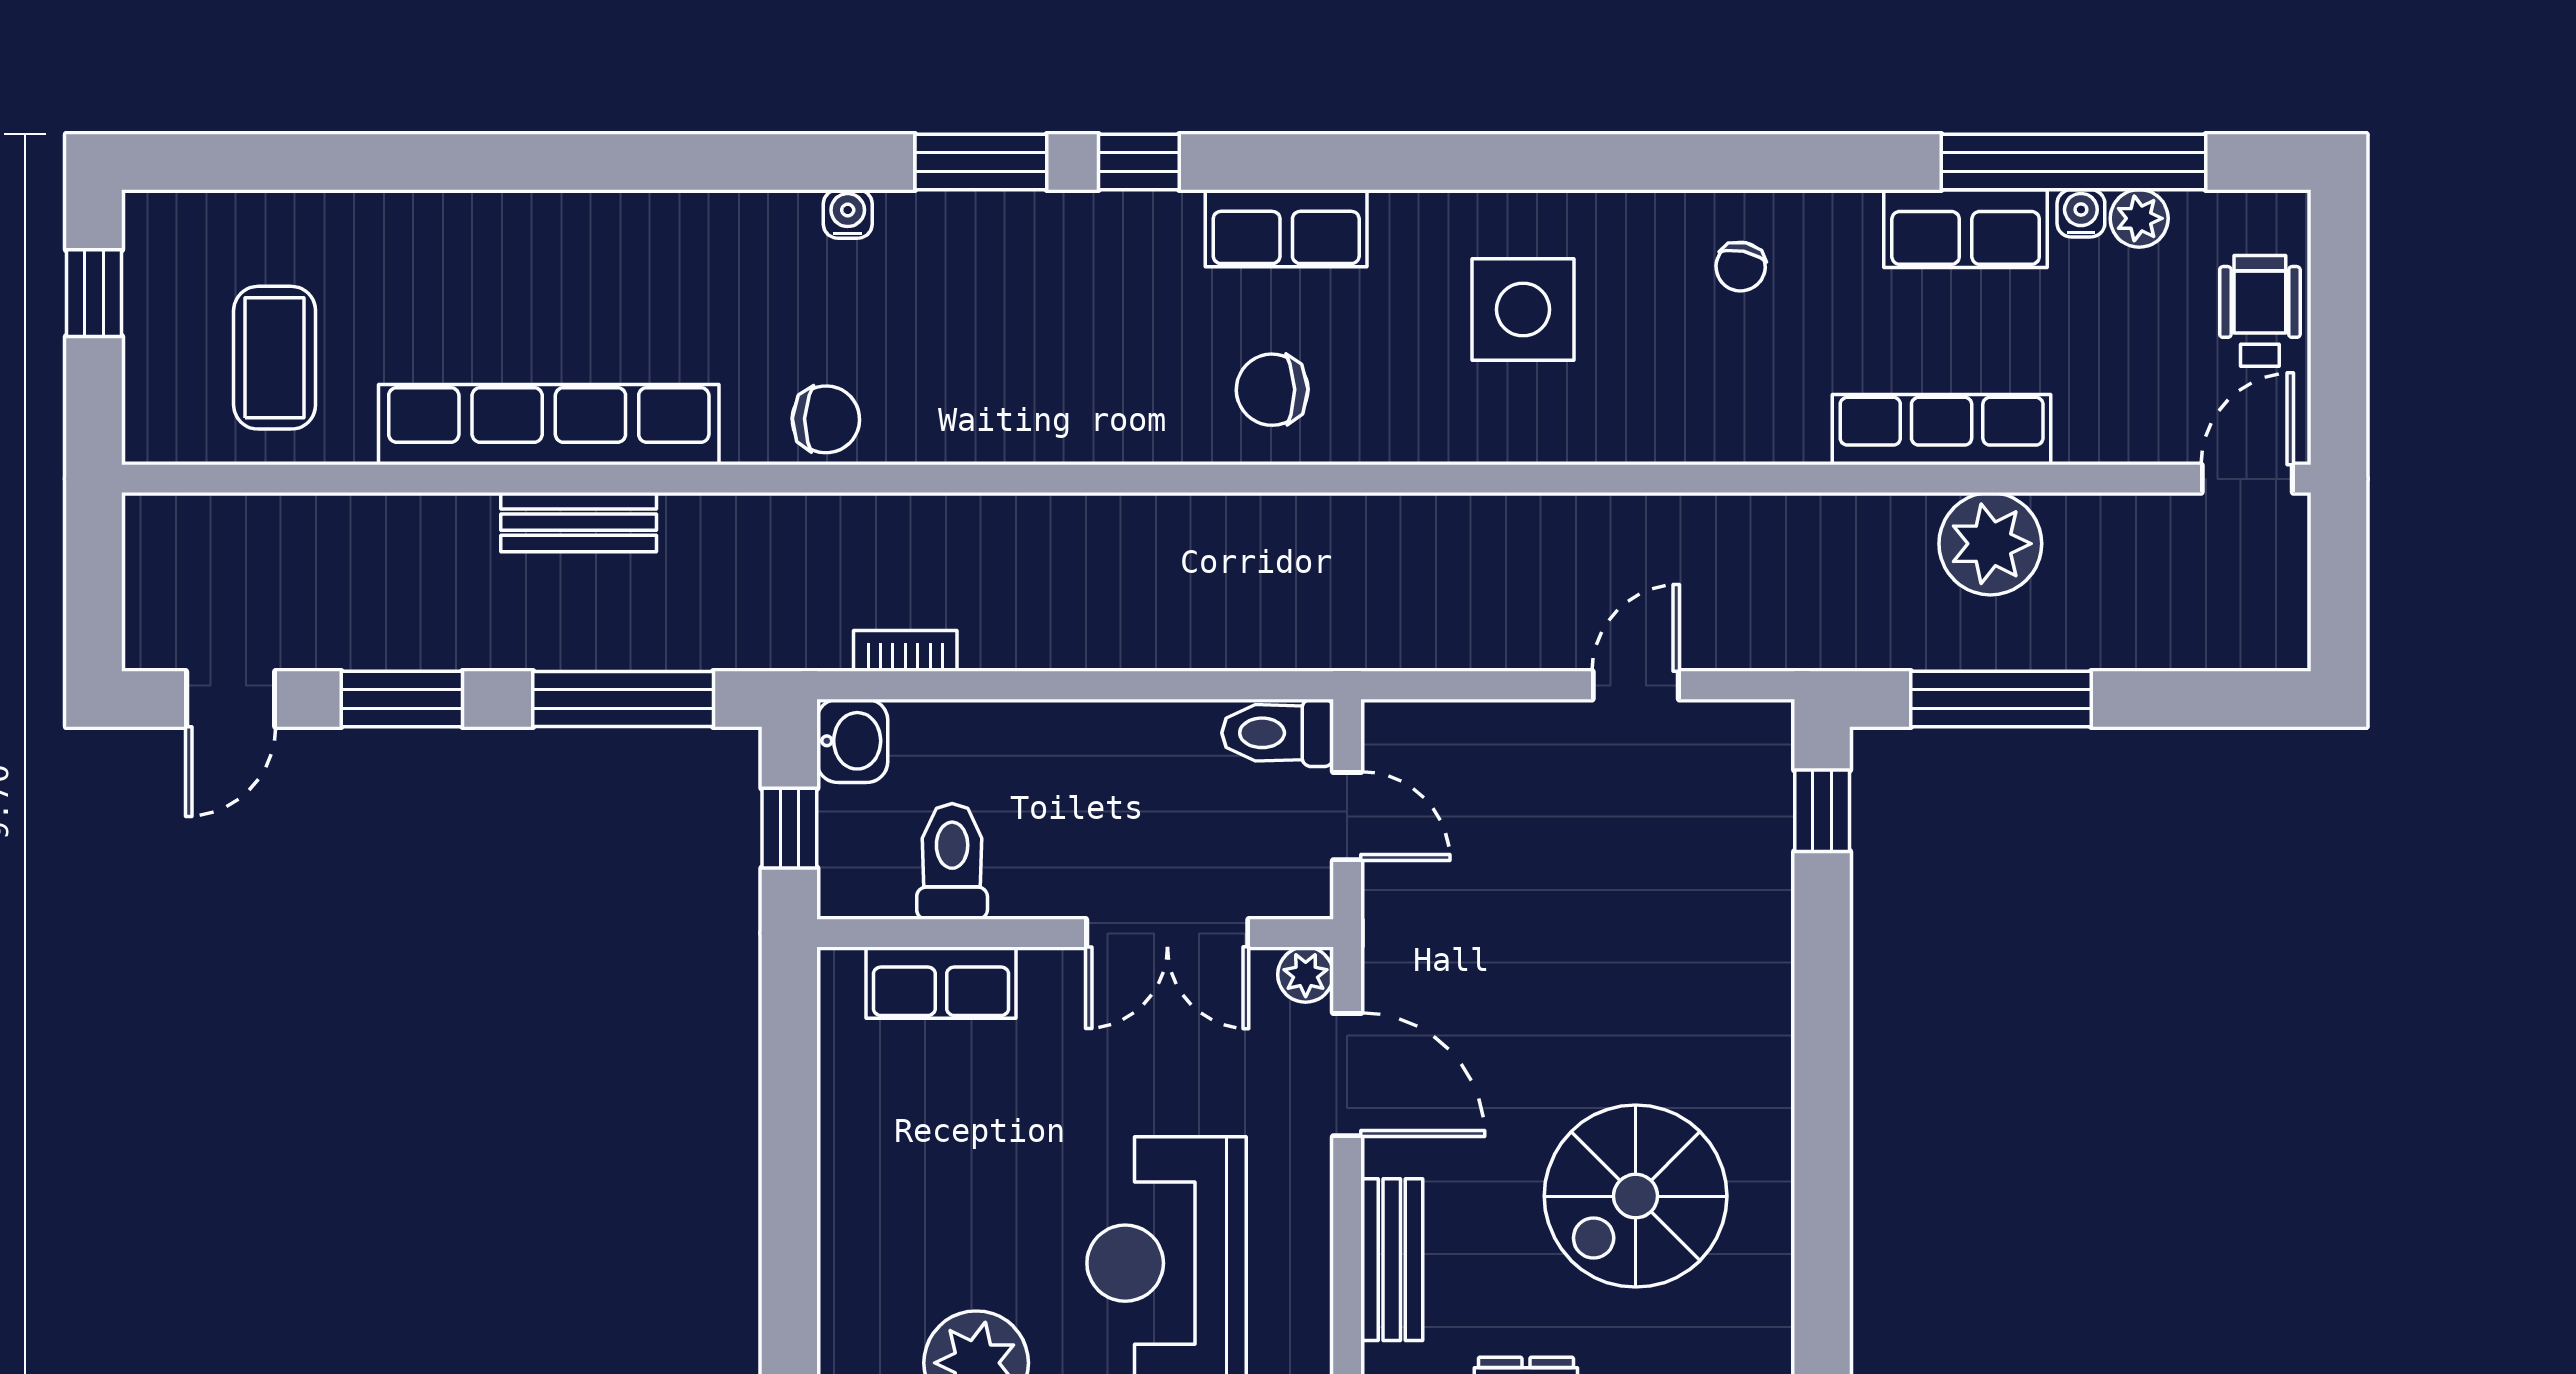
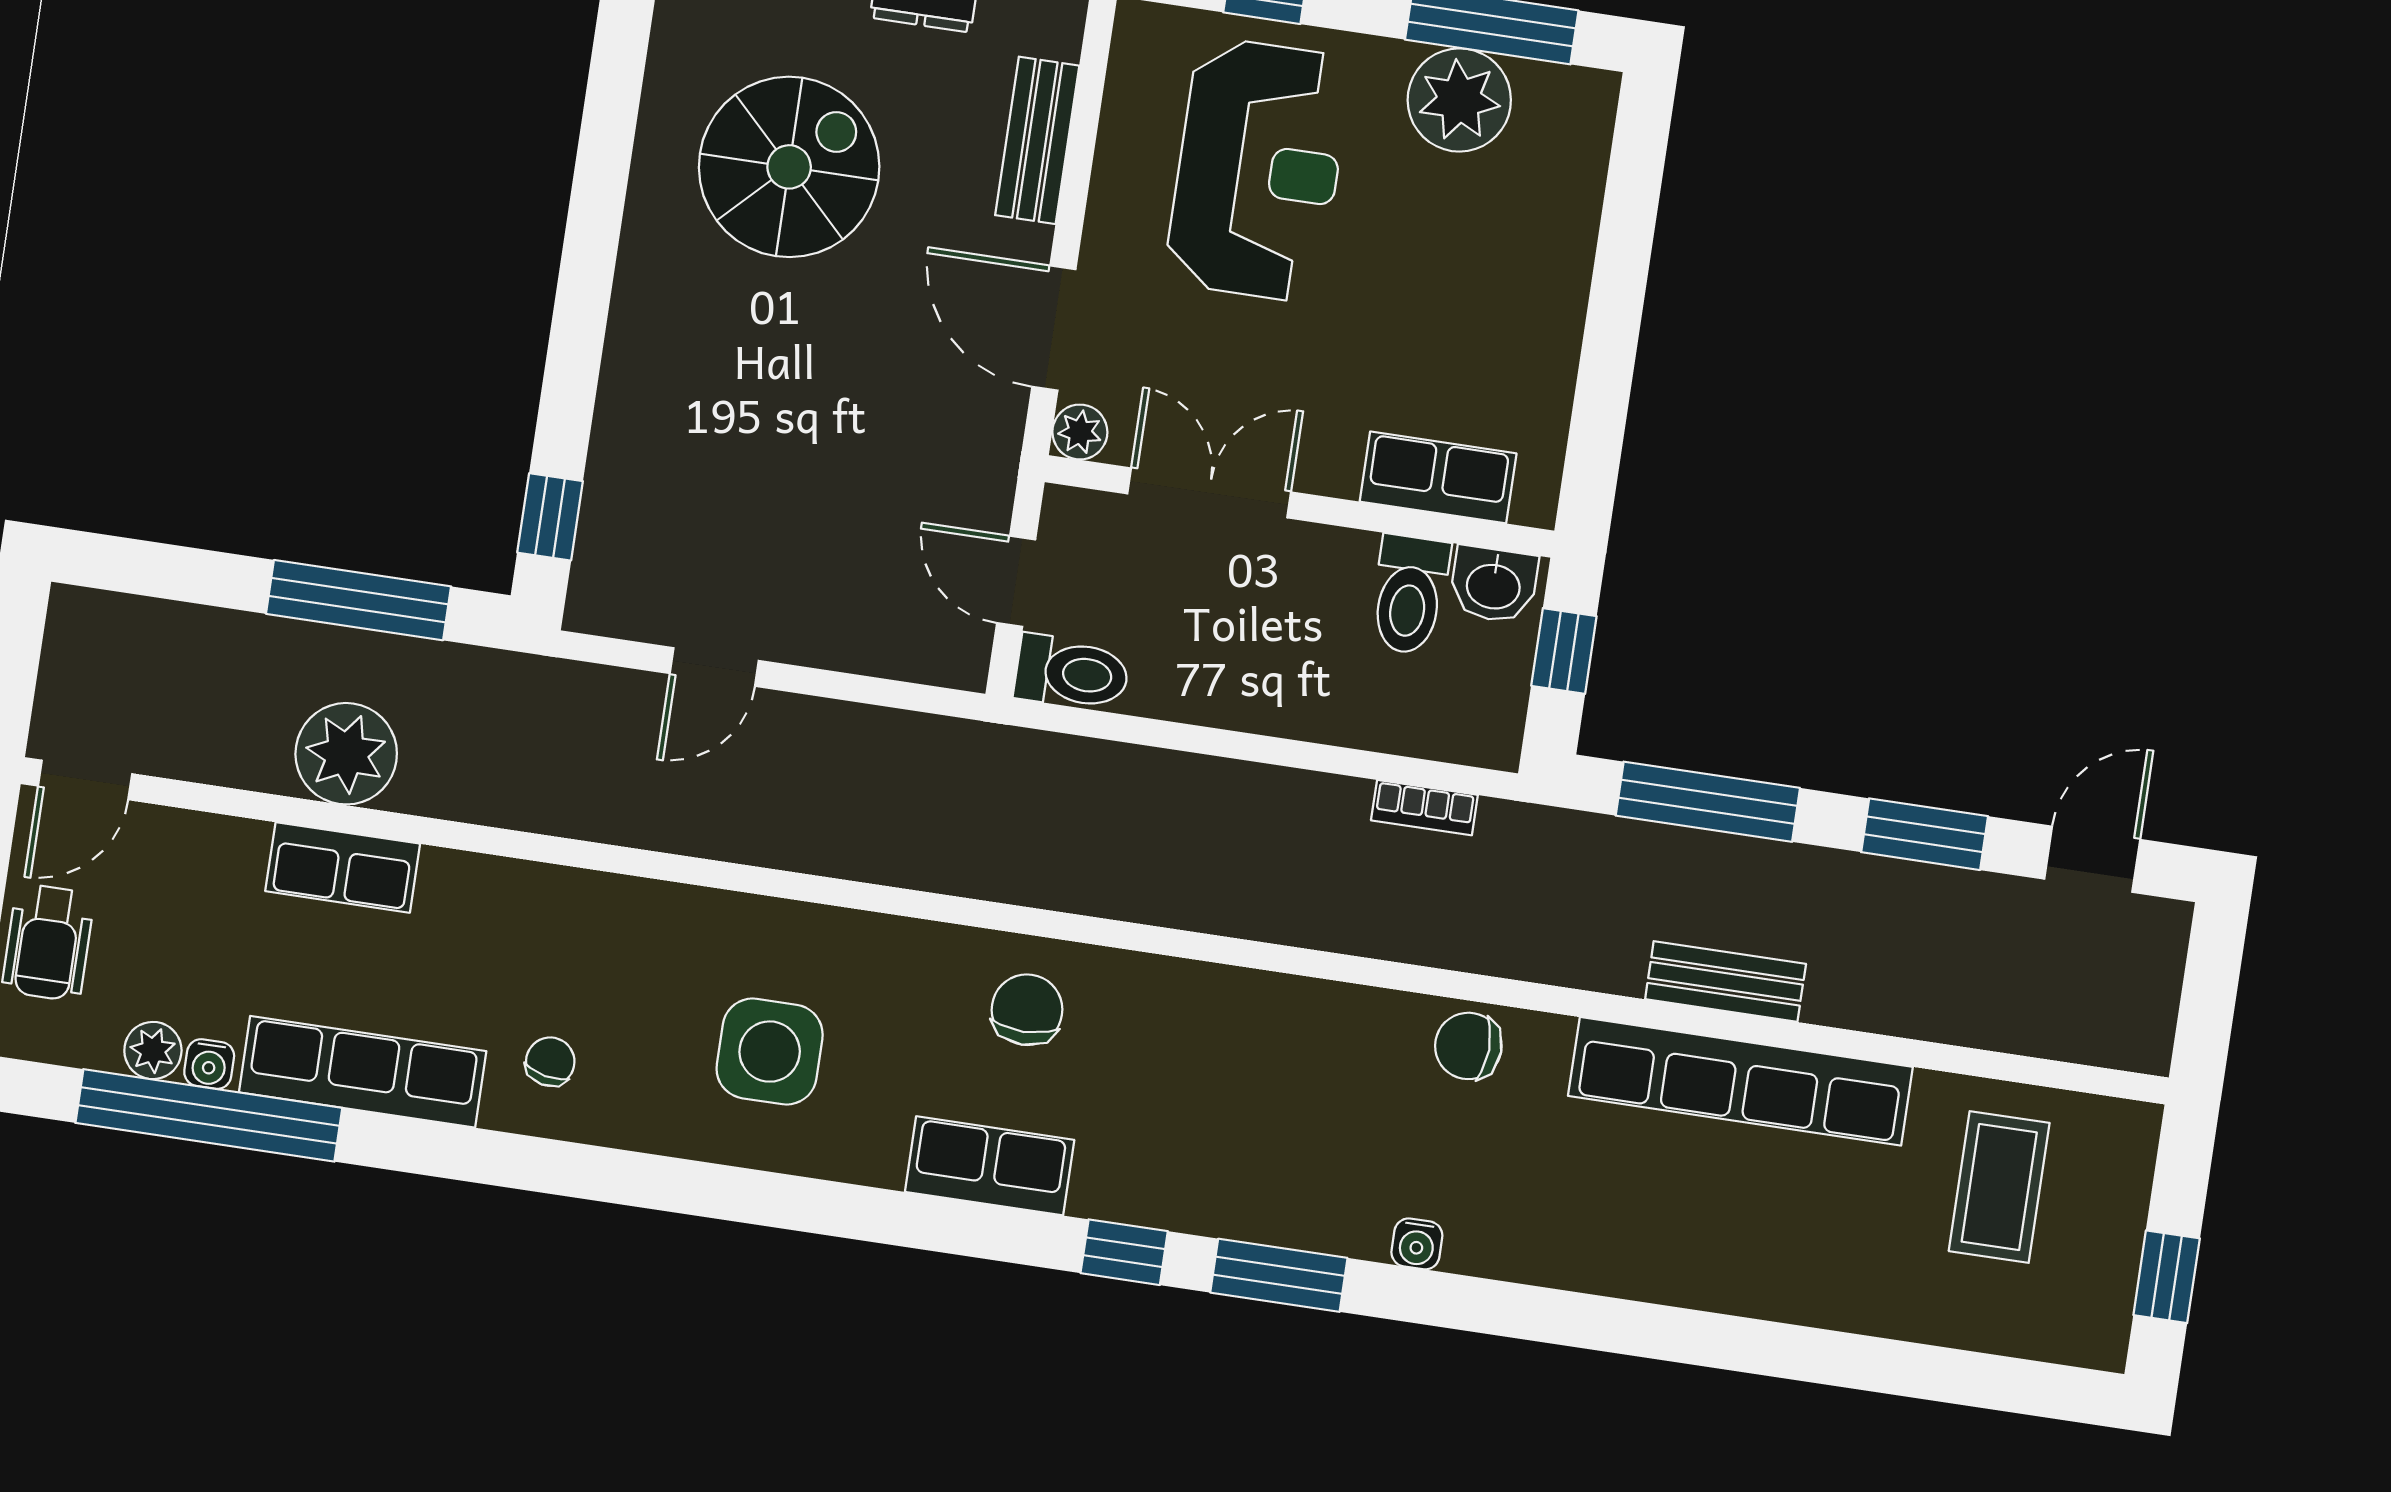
row of seats: (1966, 229) -> (363, 1072), width x1.48
chair: (1272, 390) -> (1027, 1010), turned -89
row of seats: (1942, 430) -> (343, 867), width x0.68
washbasin: (852, 741) -> (1494, 585), moved, turned -90

